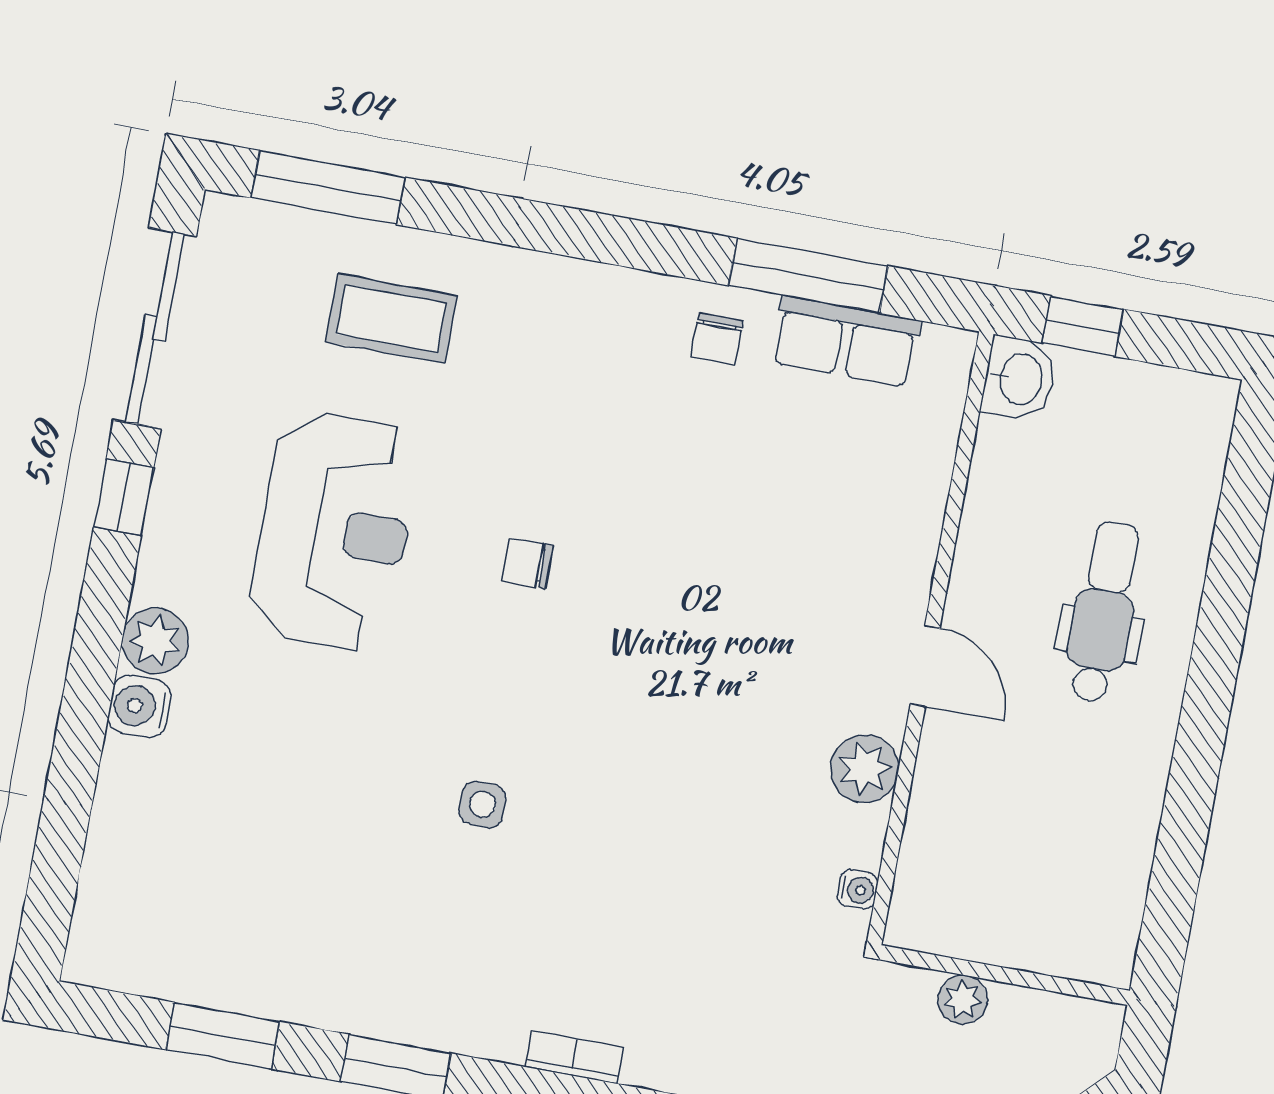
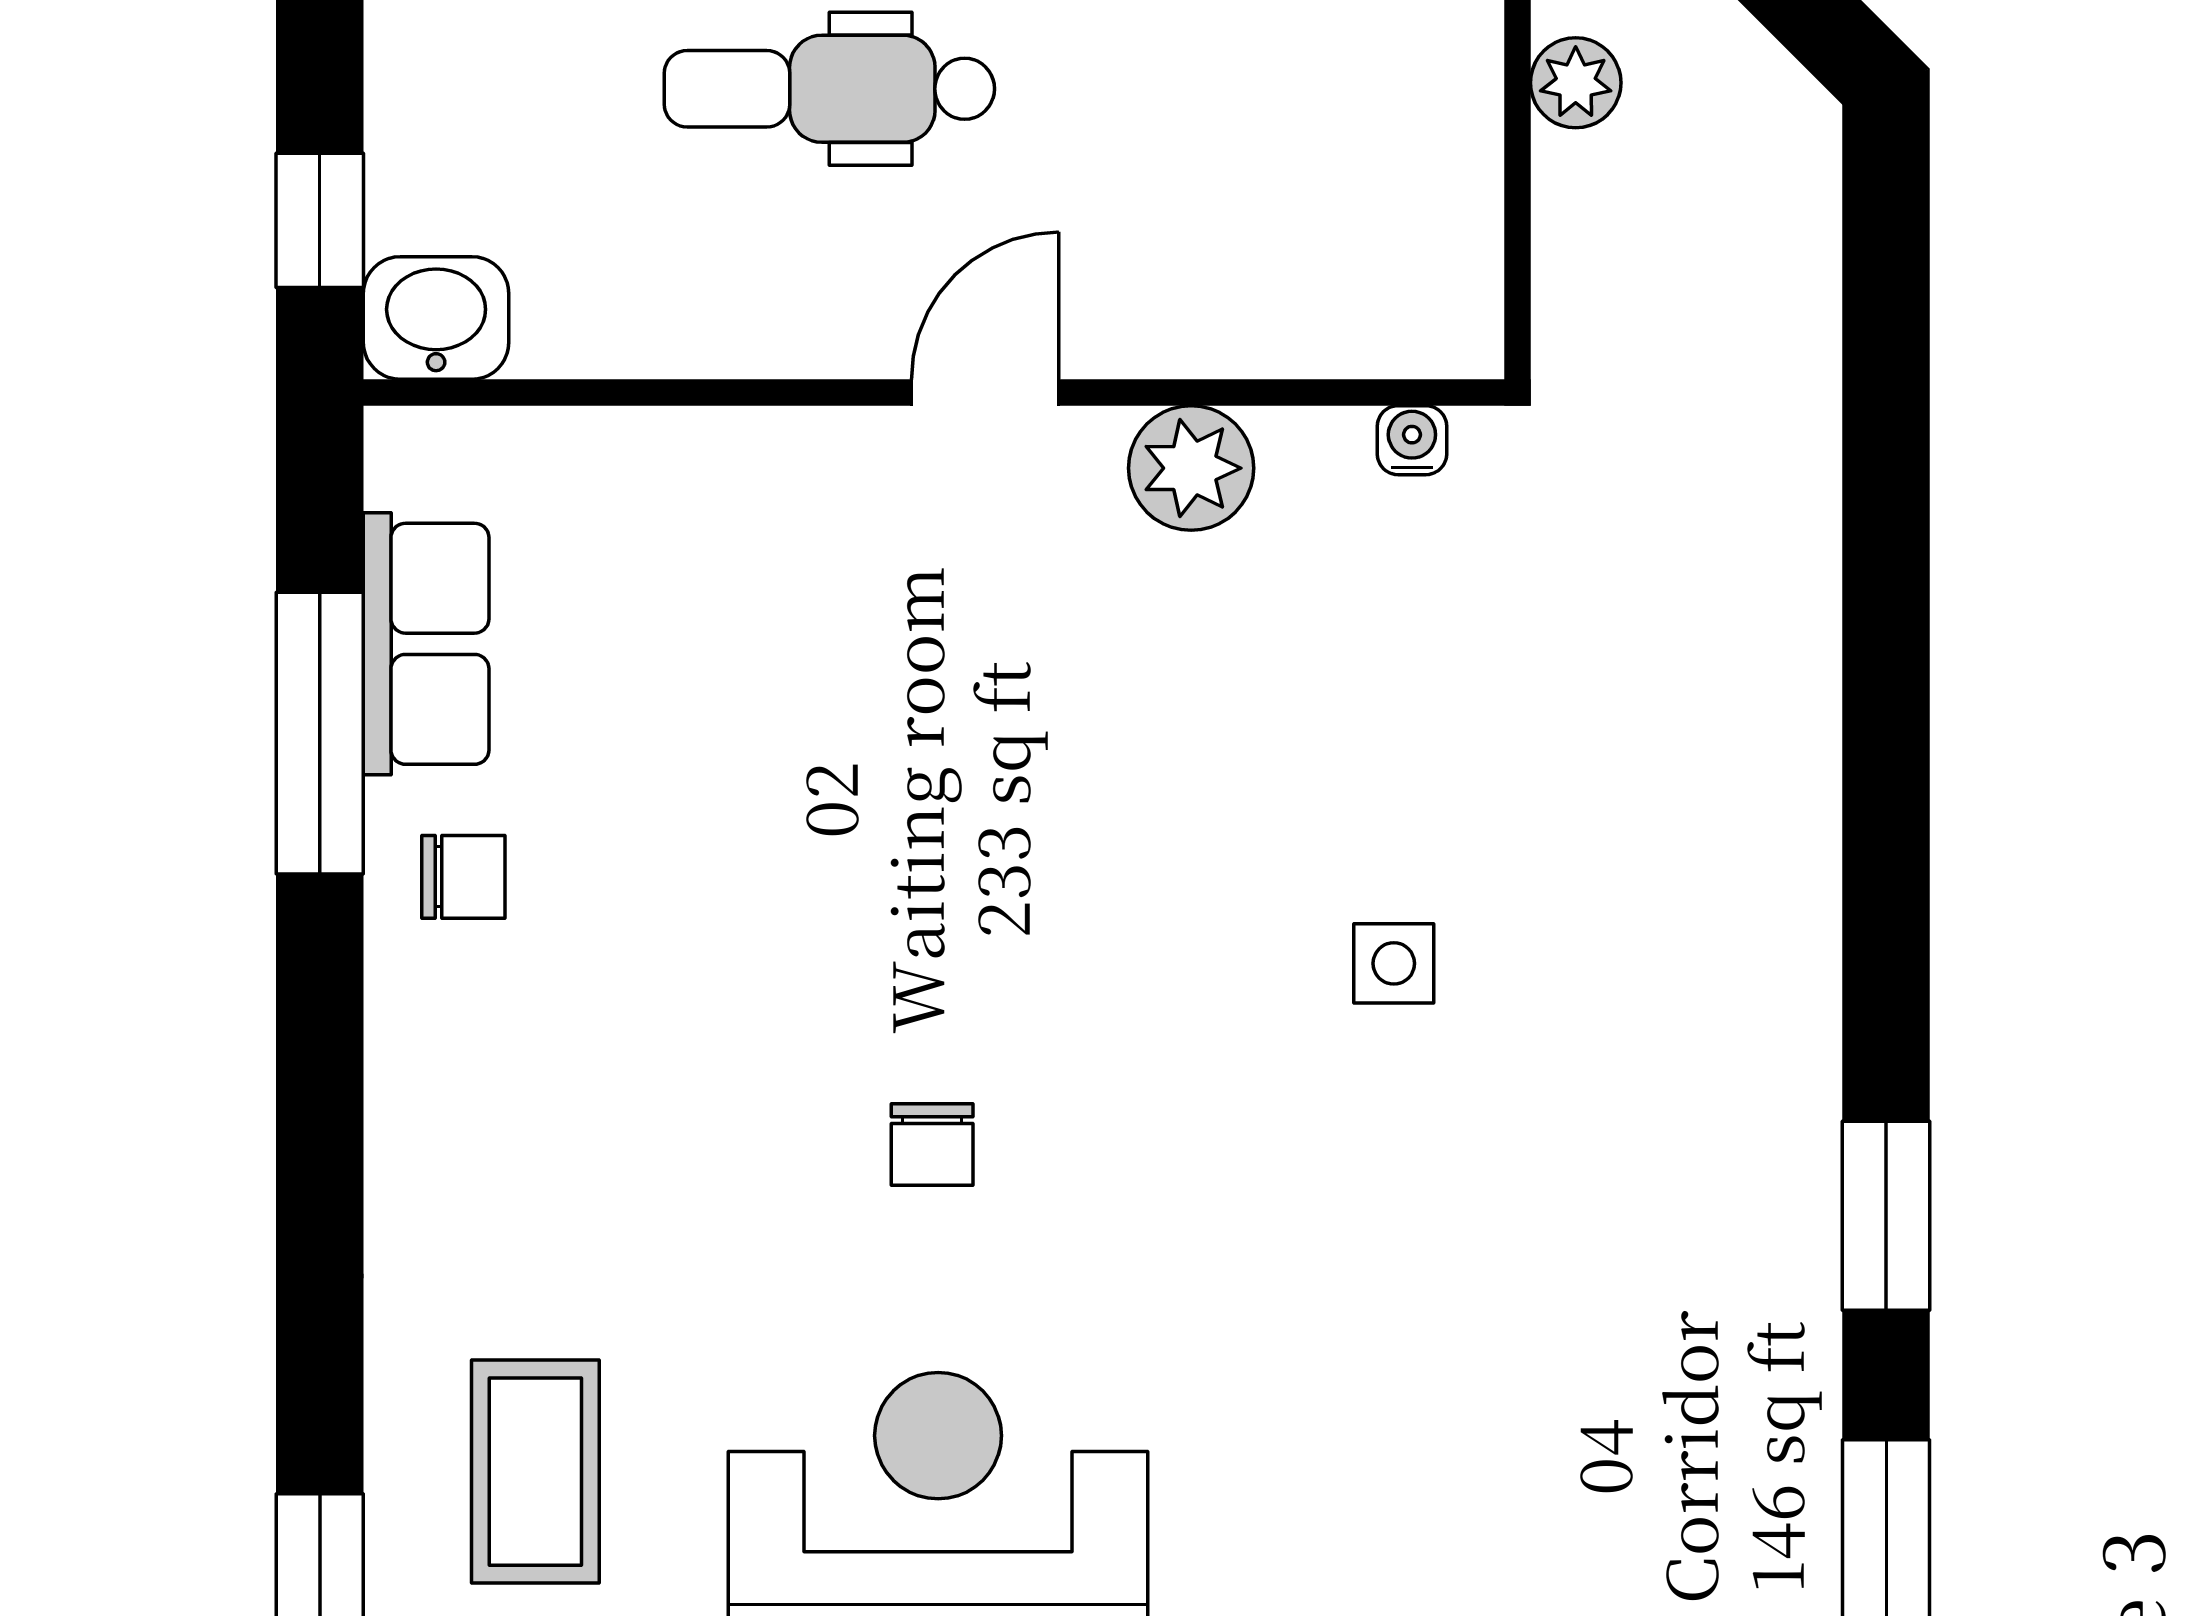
side table: (483, 804) -> (1394, 963), moved
plant: (963, 1000) -> (1576, 83), moved
bookcase: (574, 1057) -> (1808, 896), removed

